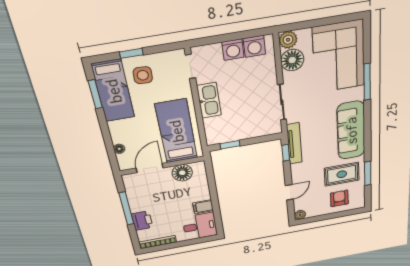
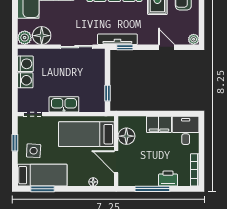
window: (131, 53) -> (15, 143), moved
filing cabinet: (203, 207) -> (159, 124), width x2.00

